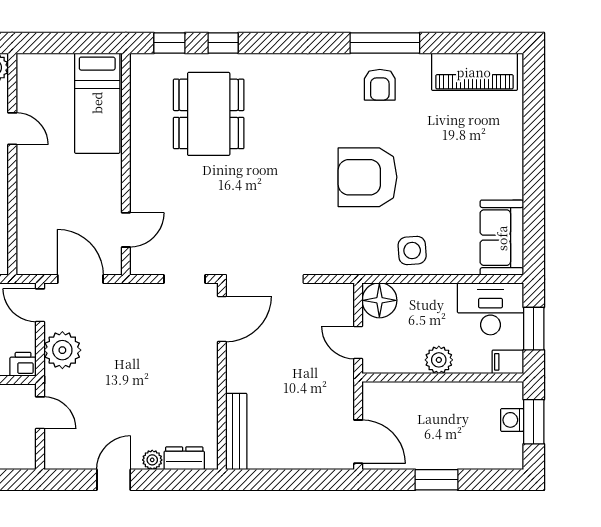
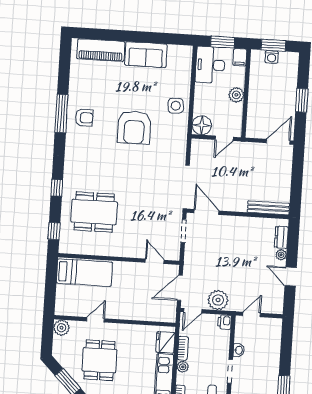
window: (223, 43) -> (57, 188), moved
piano: (474, 72) -> (101, 50), moved, turned 90
sofa: (502, 238) -> (146, 55), moved

